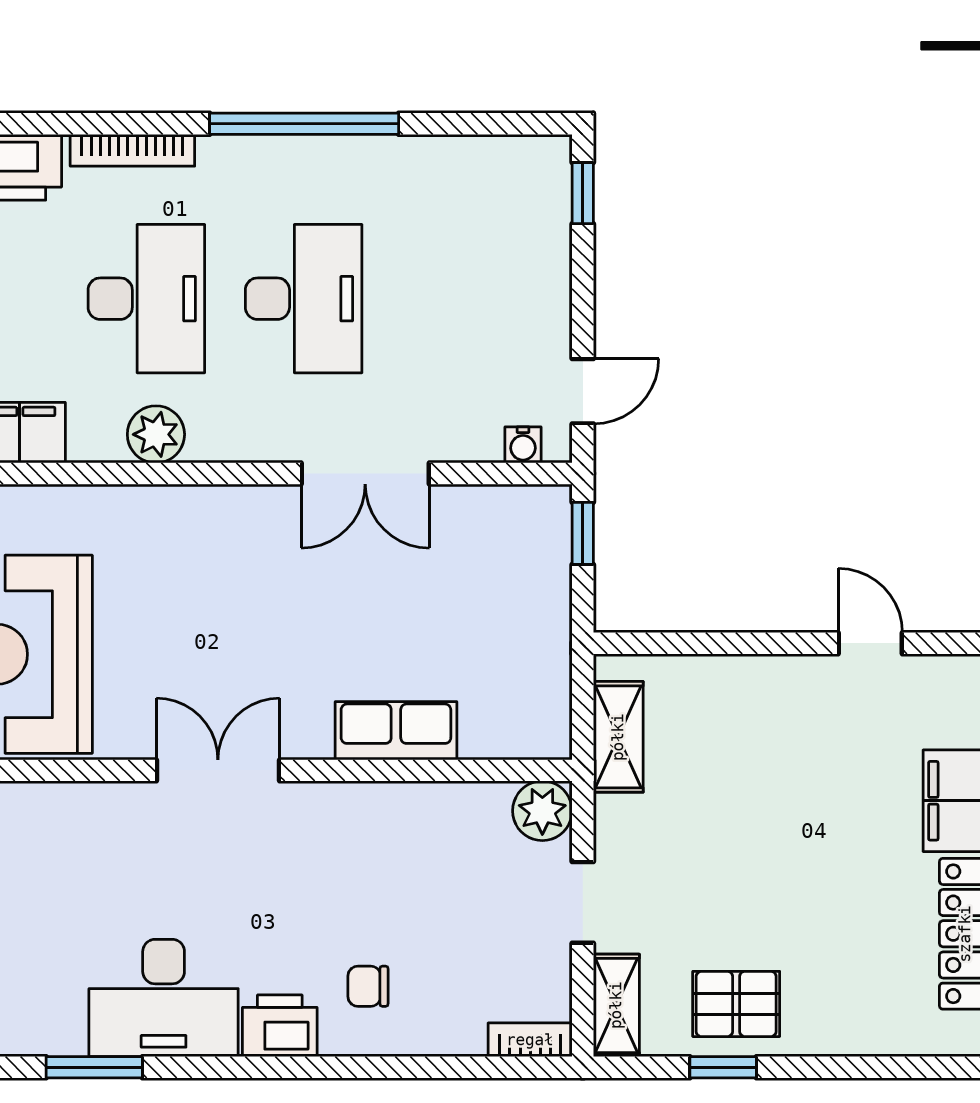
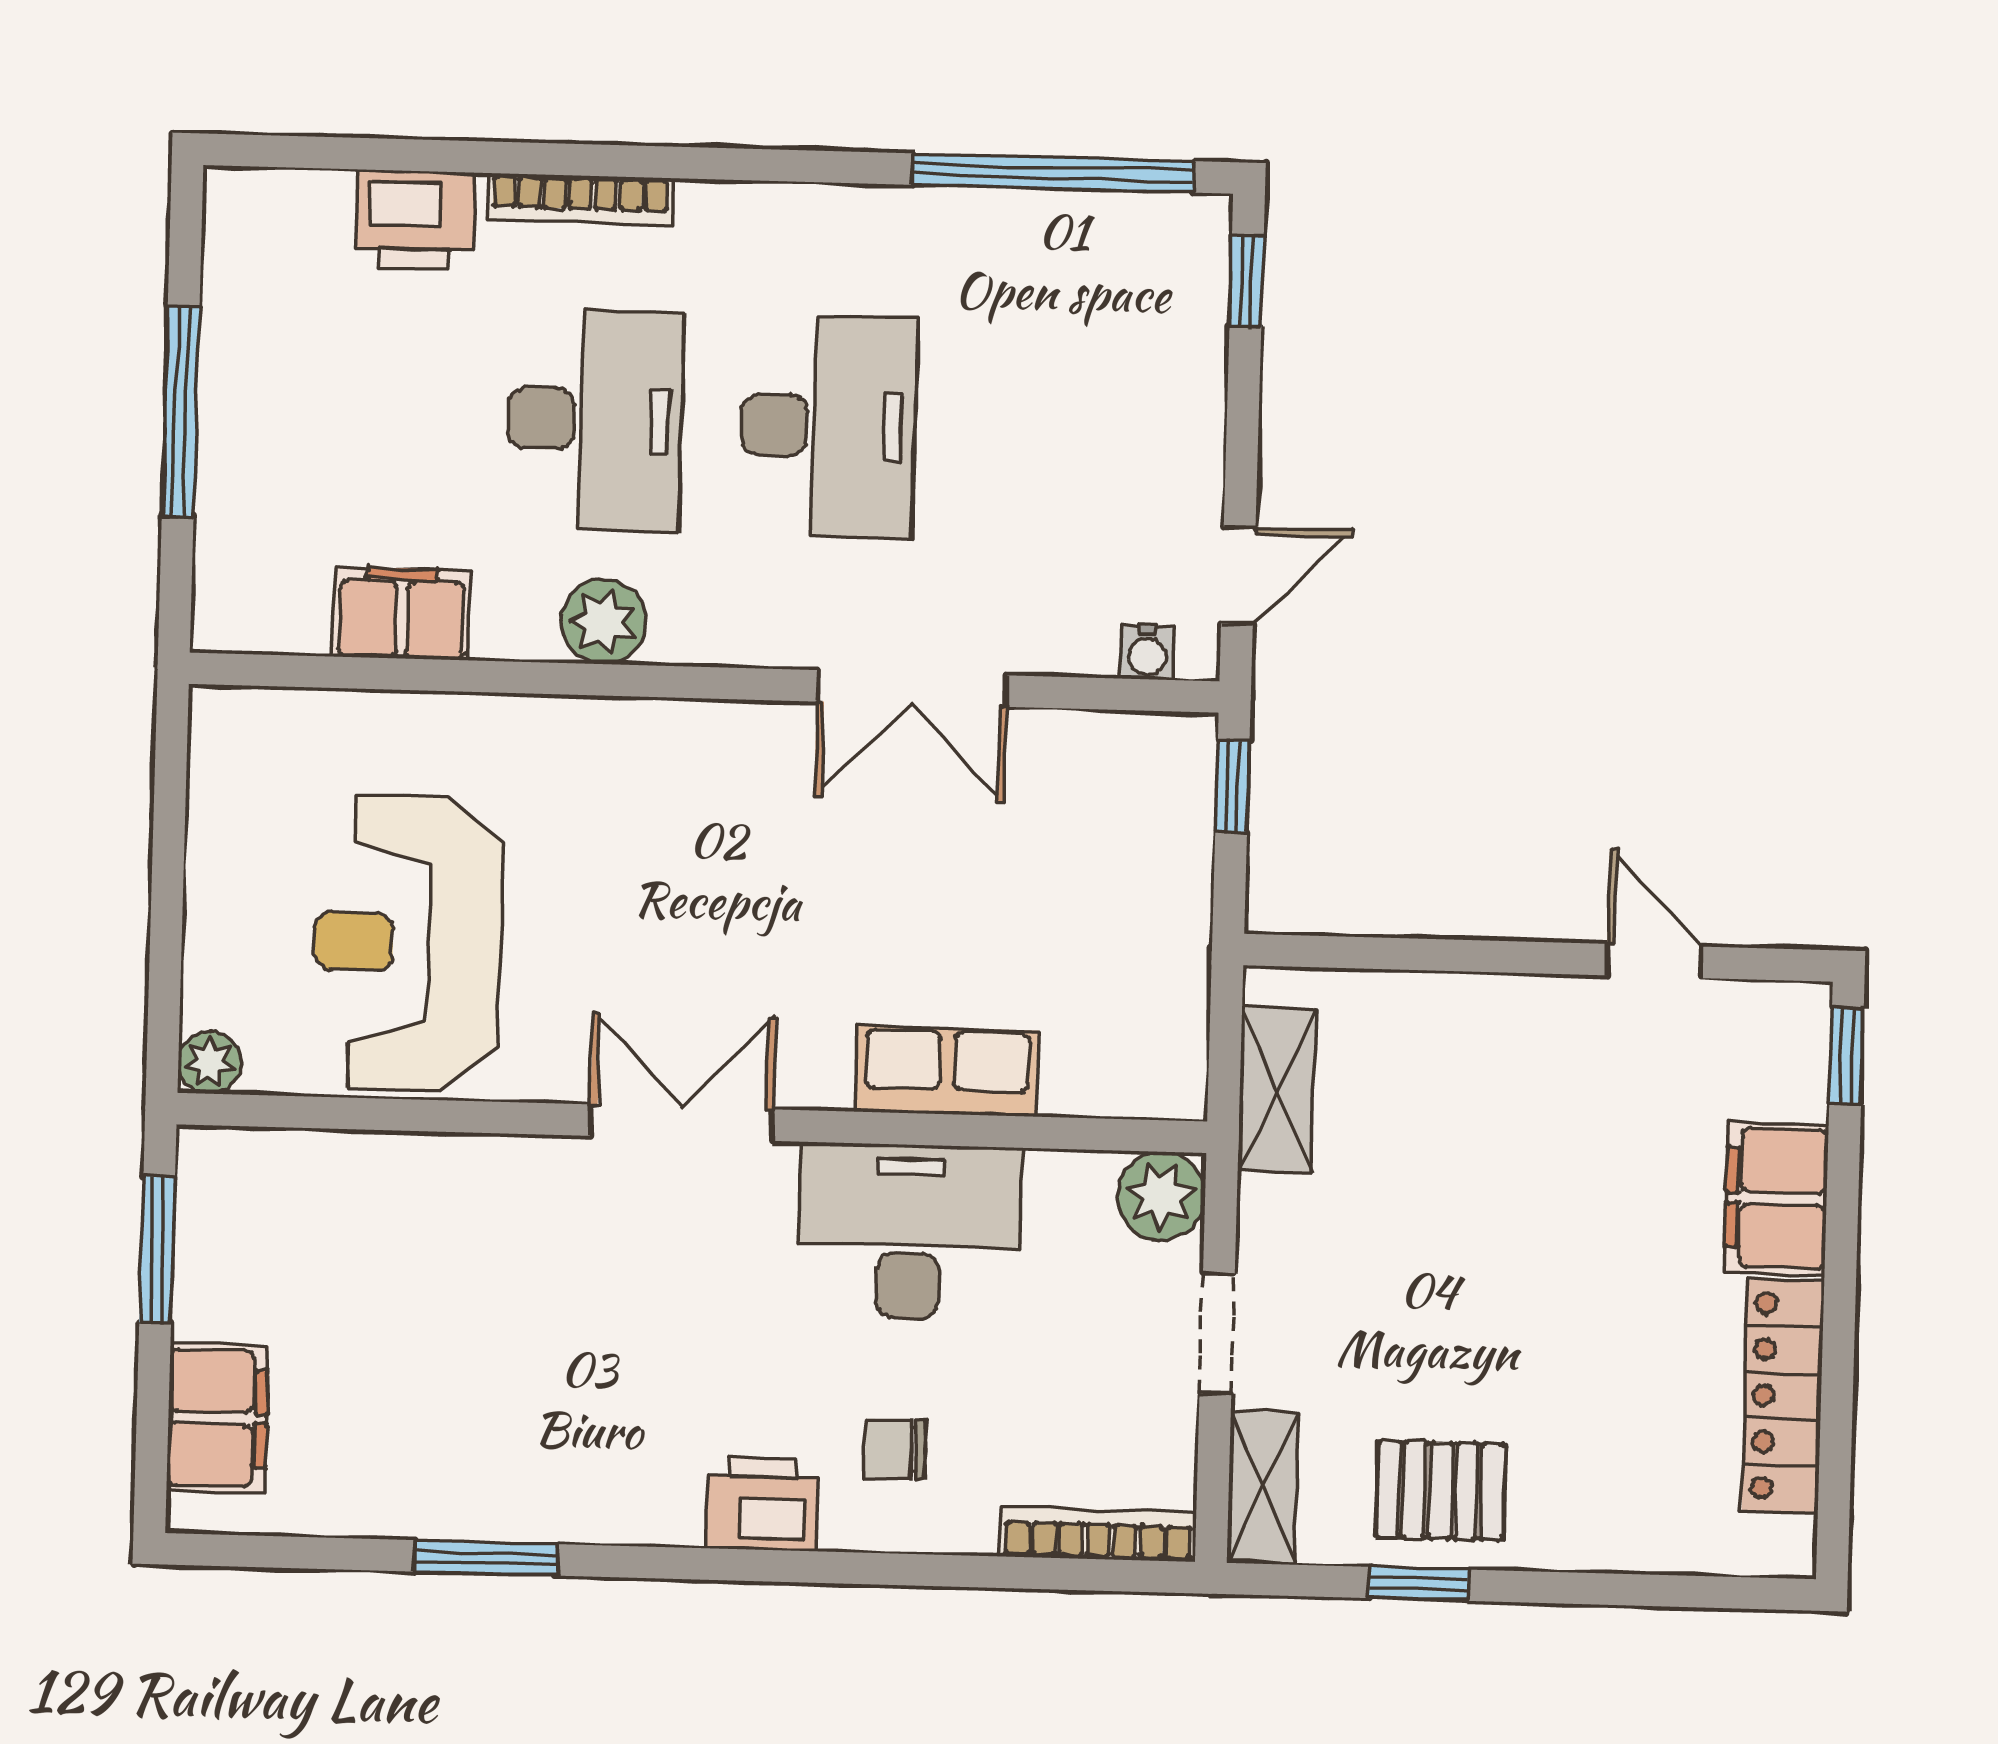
window: (304, 124) -> (1053, 173), moved
desk: (164, 998) -> (909, 1232), moved, turned 180
bookcase: (530, 1040) -> (1098, 1534), width x1.56

